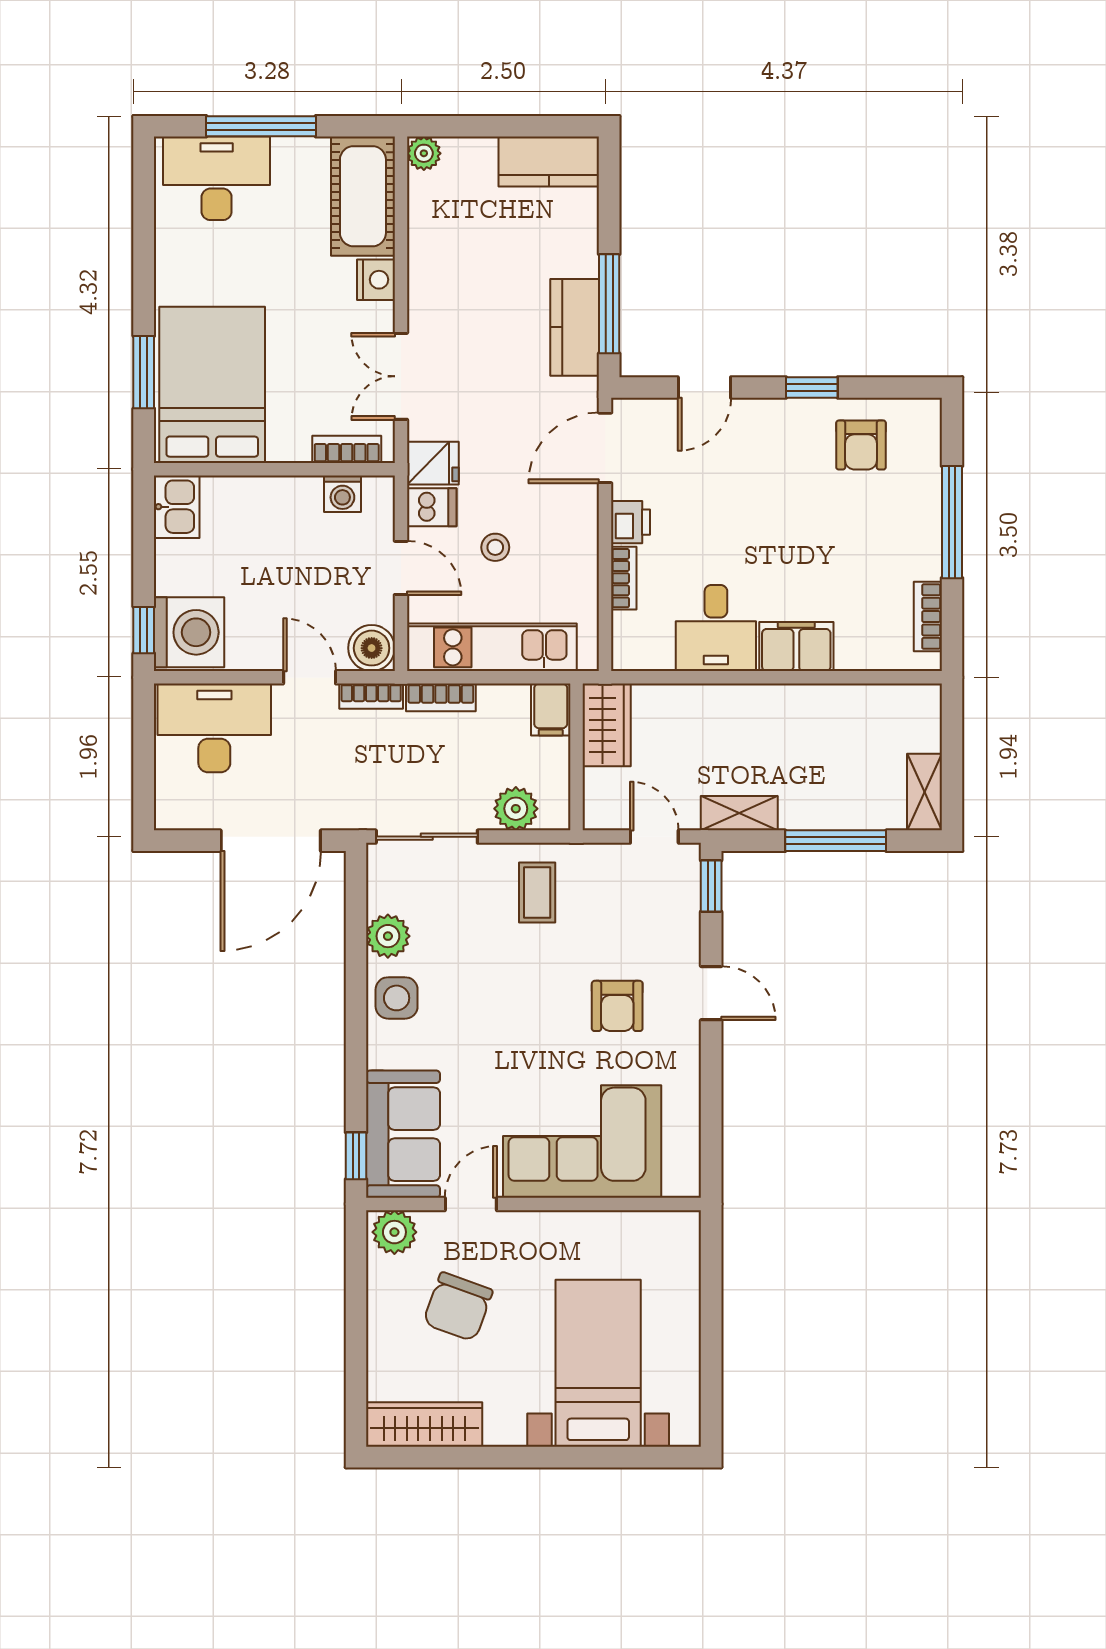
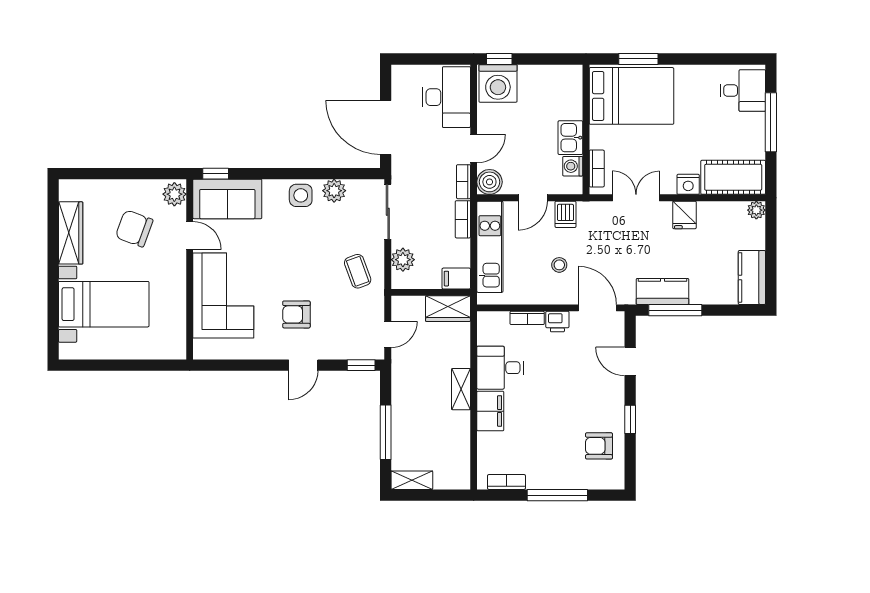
desk: (217, 178) -> (743, 90), width x0.73
fridge: (433, 463) -> (684, 215), moved
kitchen sink: (177, 507) -> (570, 138), moved, turned 90
stool: (495, 547) -> (559, 265), moved
shelving: (739, 813) -> (461, 389), moved
coffee table: (537, 892) -> (358, 271), turned 70
wardrobe: (424, 1425) -> (71, 233), moved

